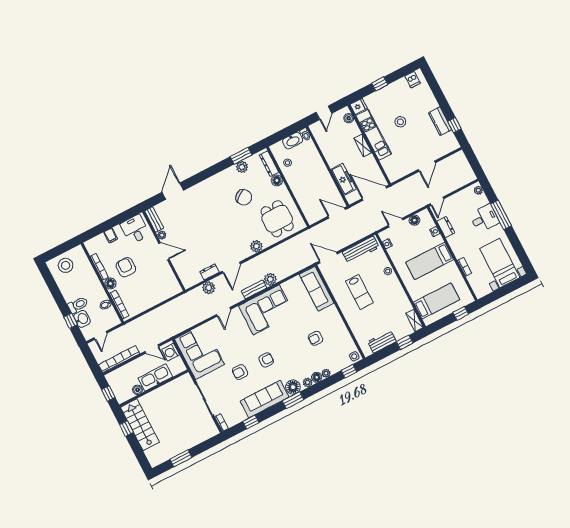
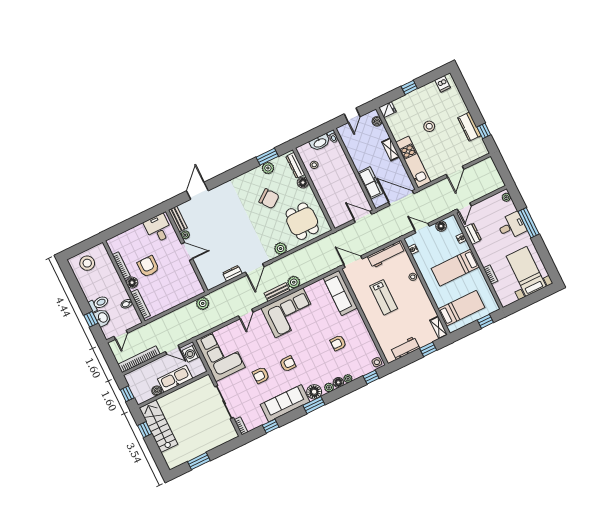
kitchen unit: (374, 135) -> (413, 162), moved
filing cabinet: (111, 235) -> (134, 234), removed
plant: (209, 288) -> (203, 303), moved

